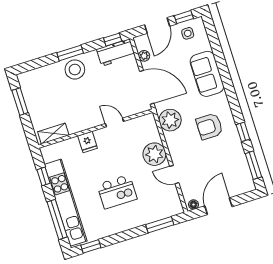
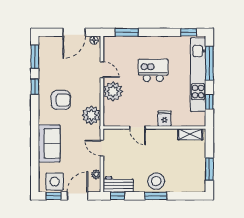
side table: (188, 33) -> (55, 182), width x1.87, depth x1.87
door: (147, 87) -> (102, 148), width x0.53

